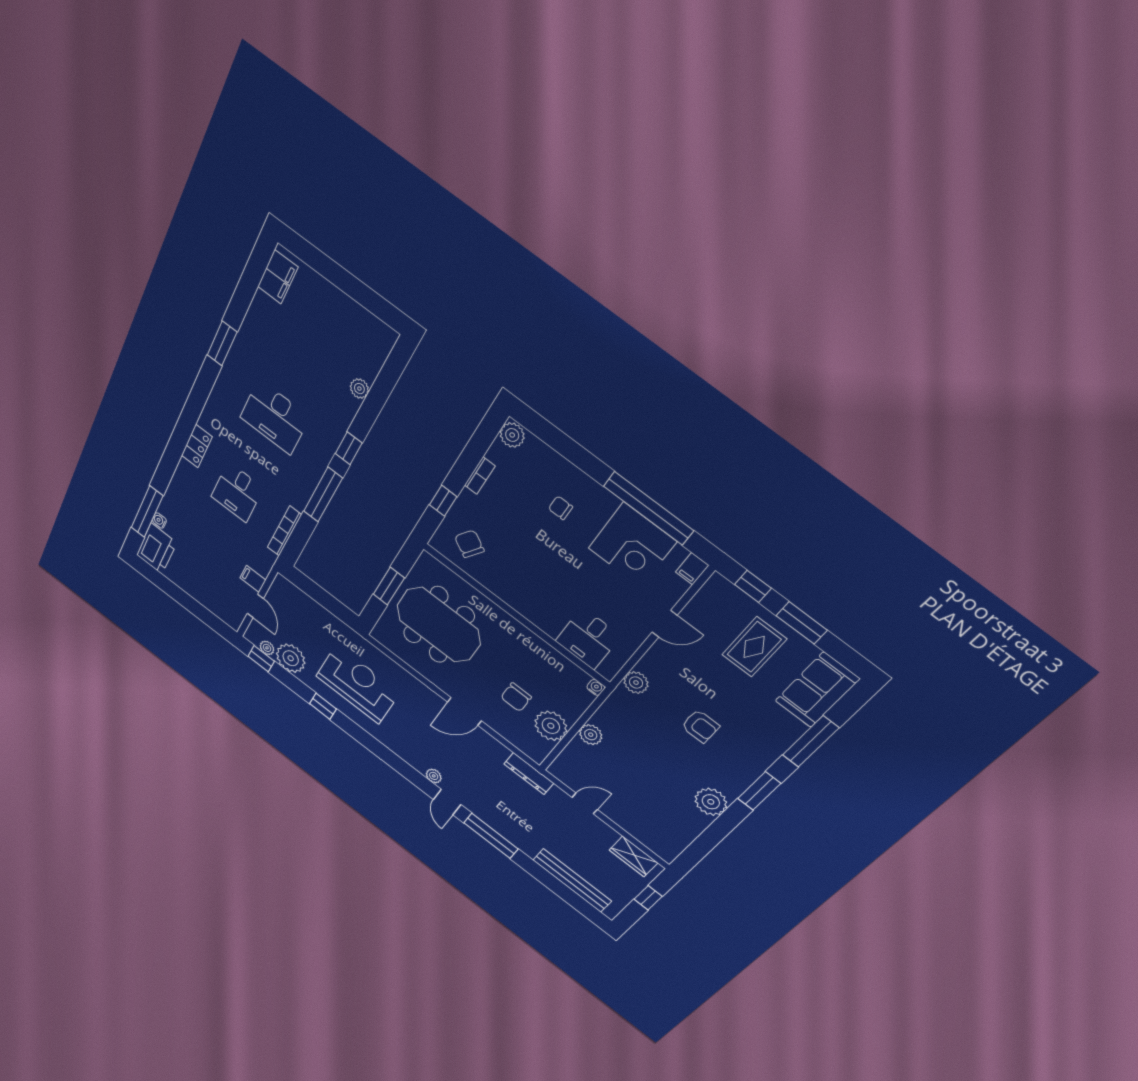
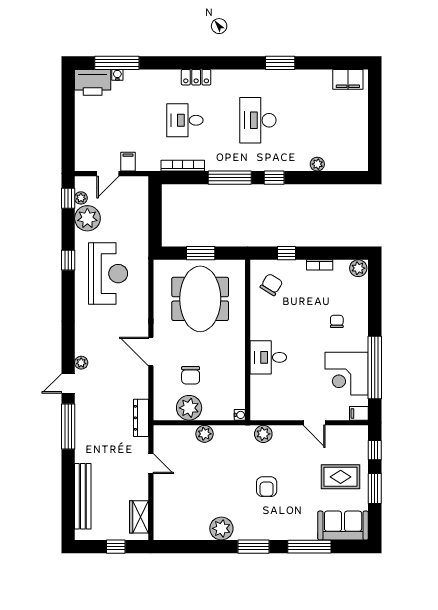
desk: (588, 639) -> (268, 357), moved
chair: (516, 697) -> (191, 375), turned -90

